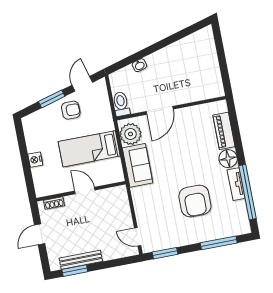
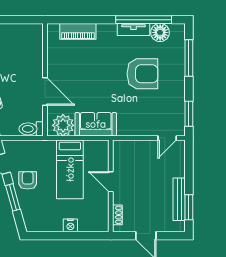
floor lamp: (228, 159) -> (160, 32), moved
door: (85, 190) -> (111, 182), hinge flipped

